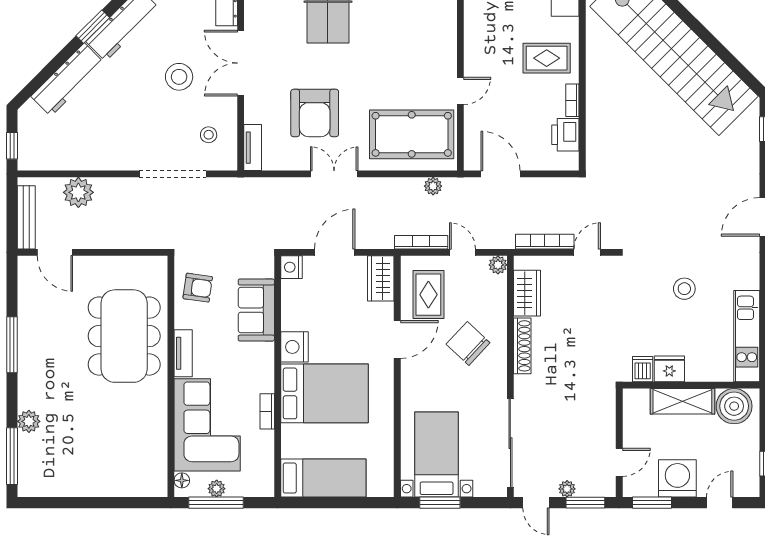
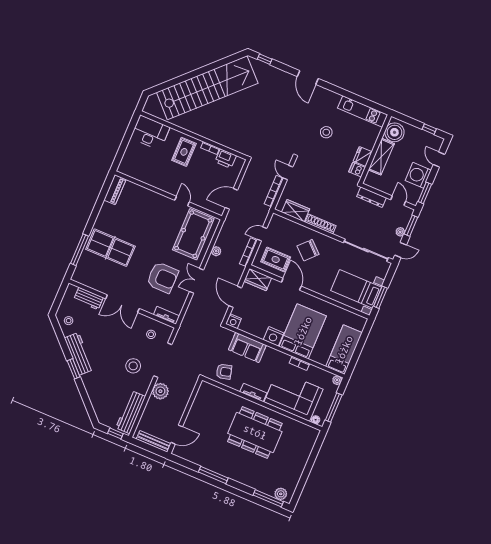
stool: (179, 77) -> (133, 366), moved
workbench: (68, 80) -> (131, 412), moved, turned -135
plant: (433, 186) -> (216, 251), moved
plant: (78, 192) -> (160, 391), moved
plant: (498, 265) -> (276, 219), removed
armchair: (198, 288) -> (224, 372), turned 67
dining table: (124, 336) -> (255, 432), moved
dresser: (606, 414) -> (372, 197), added
plant: (29, 421) -> (281, 494), moved
plant: (217, 489) -> (337, 380), moved

